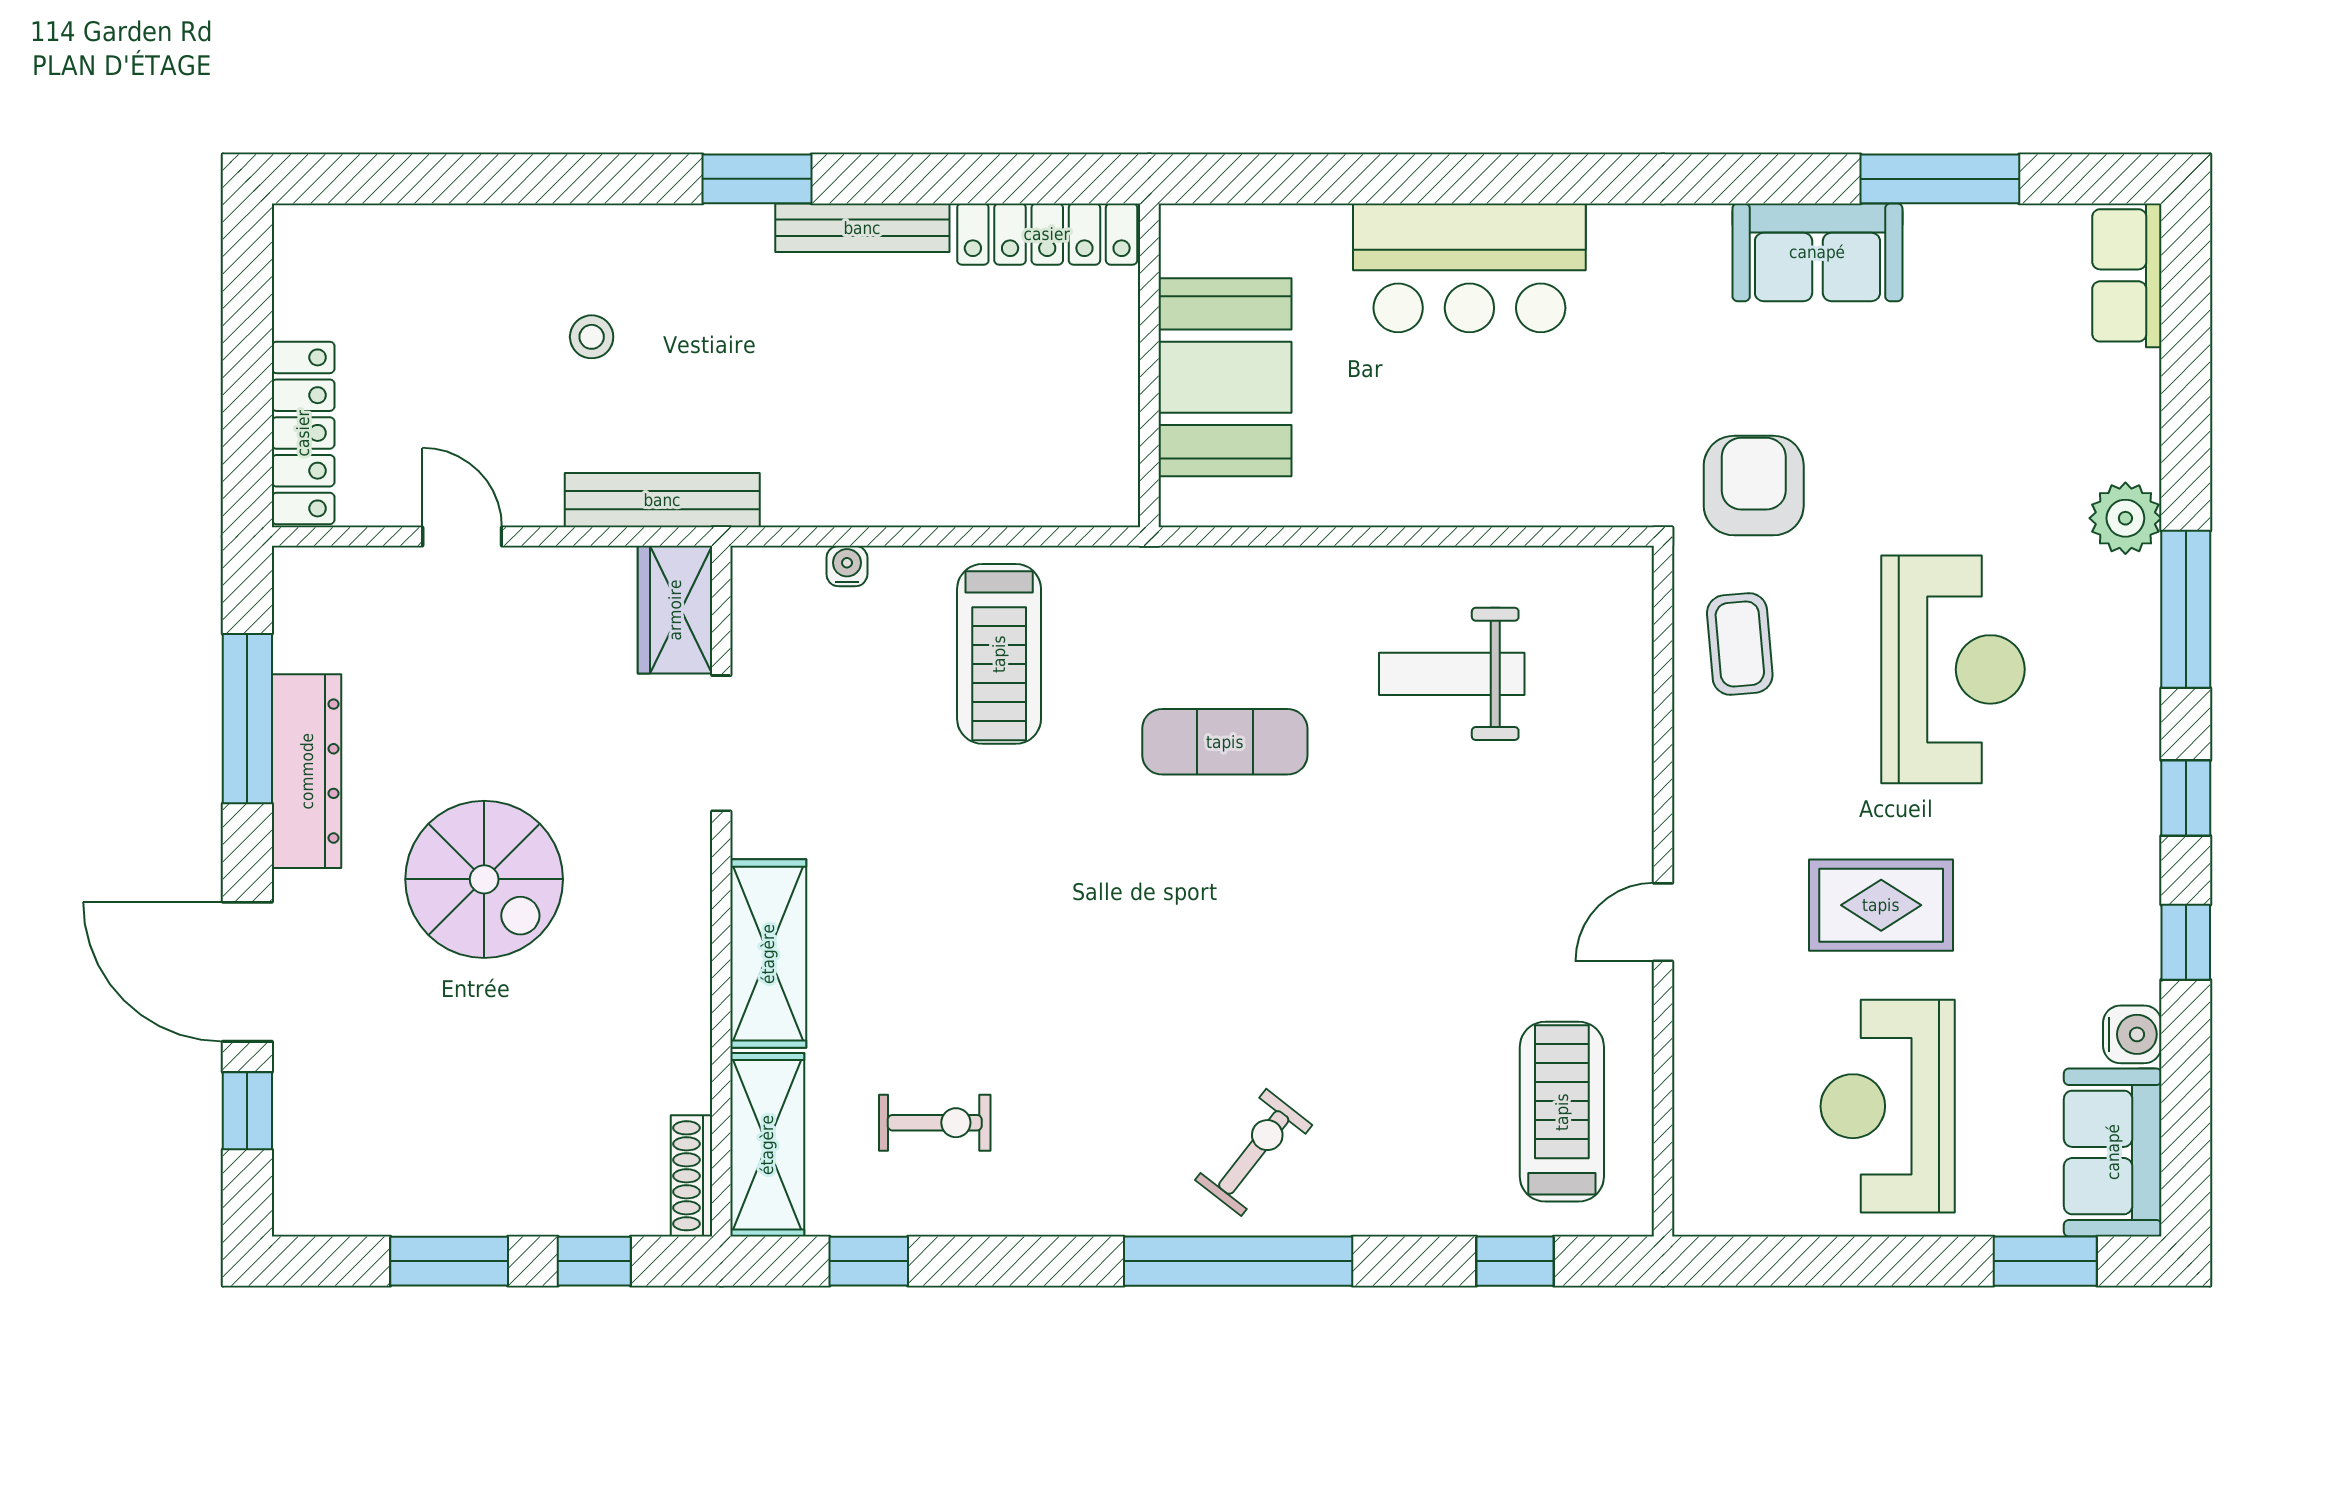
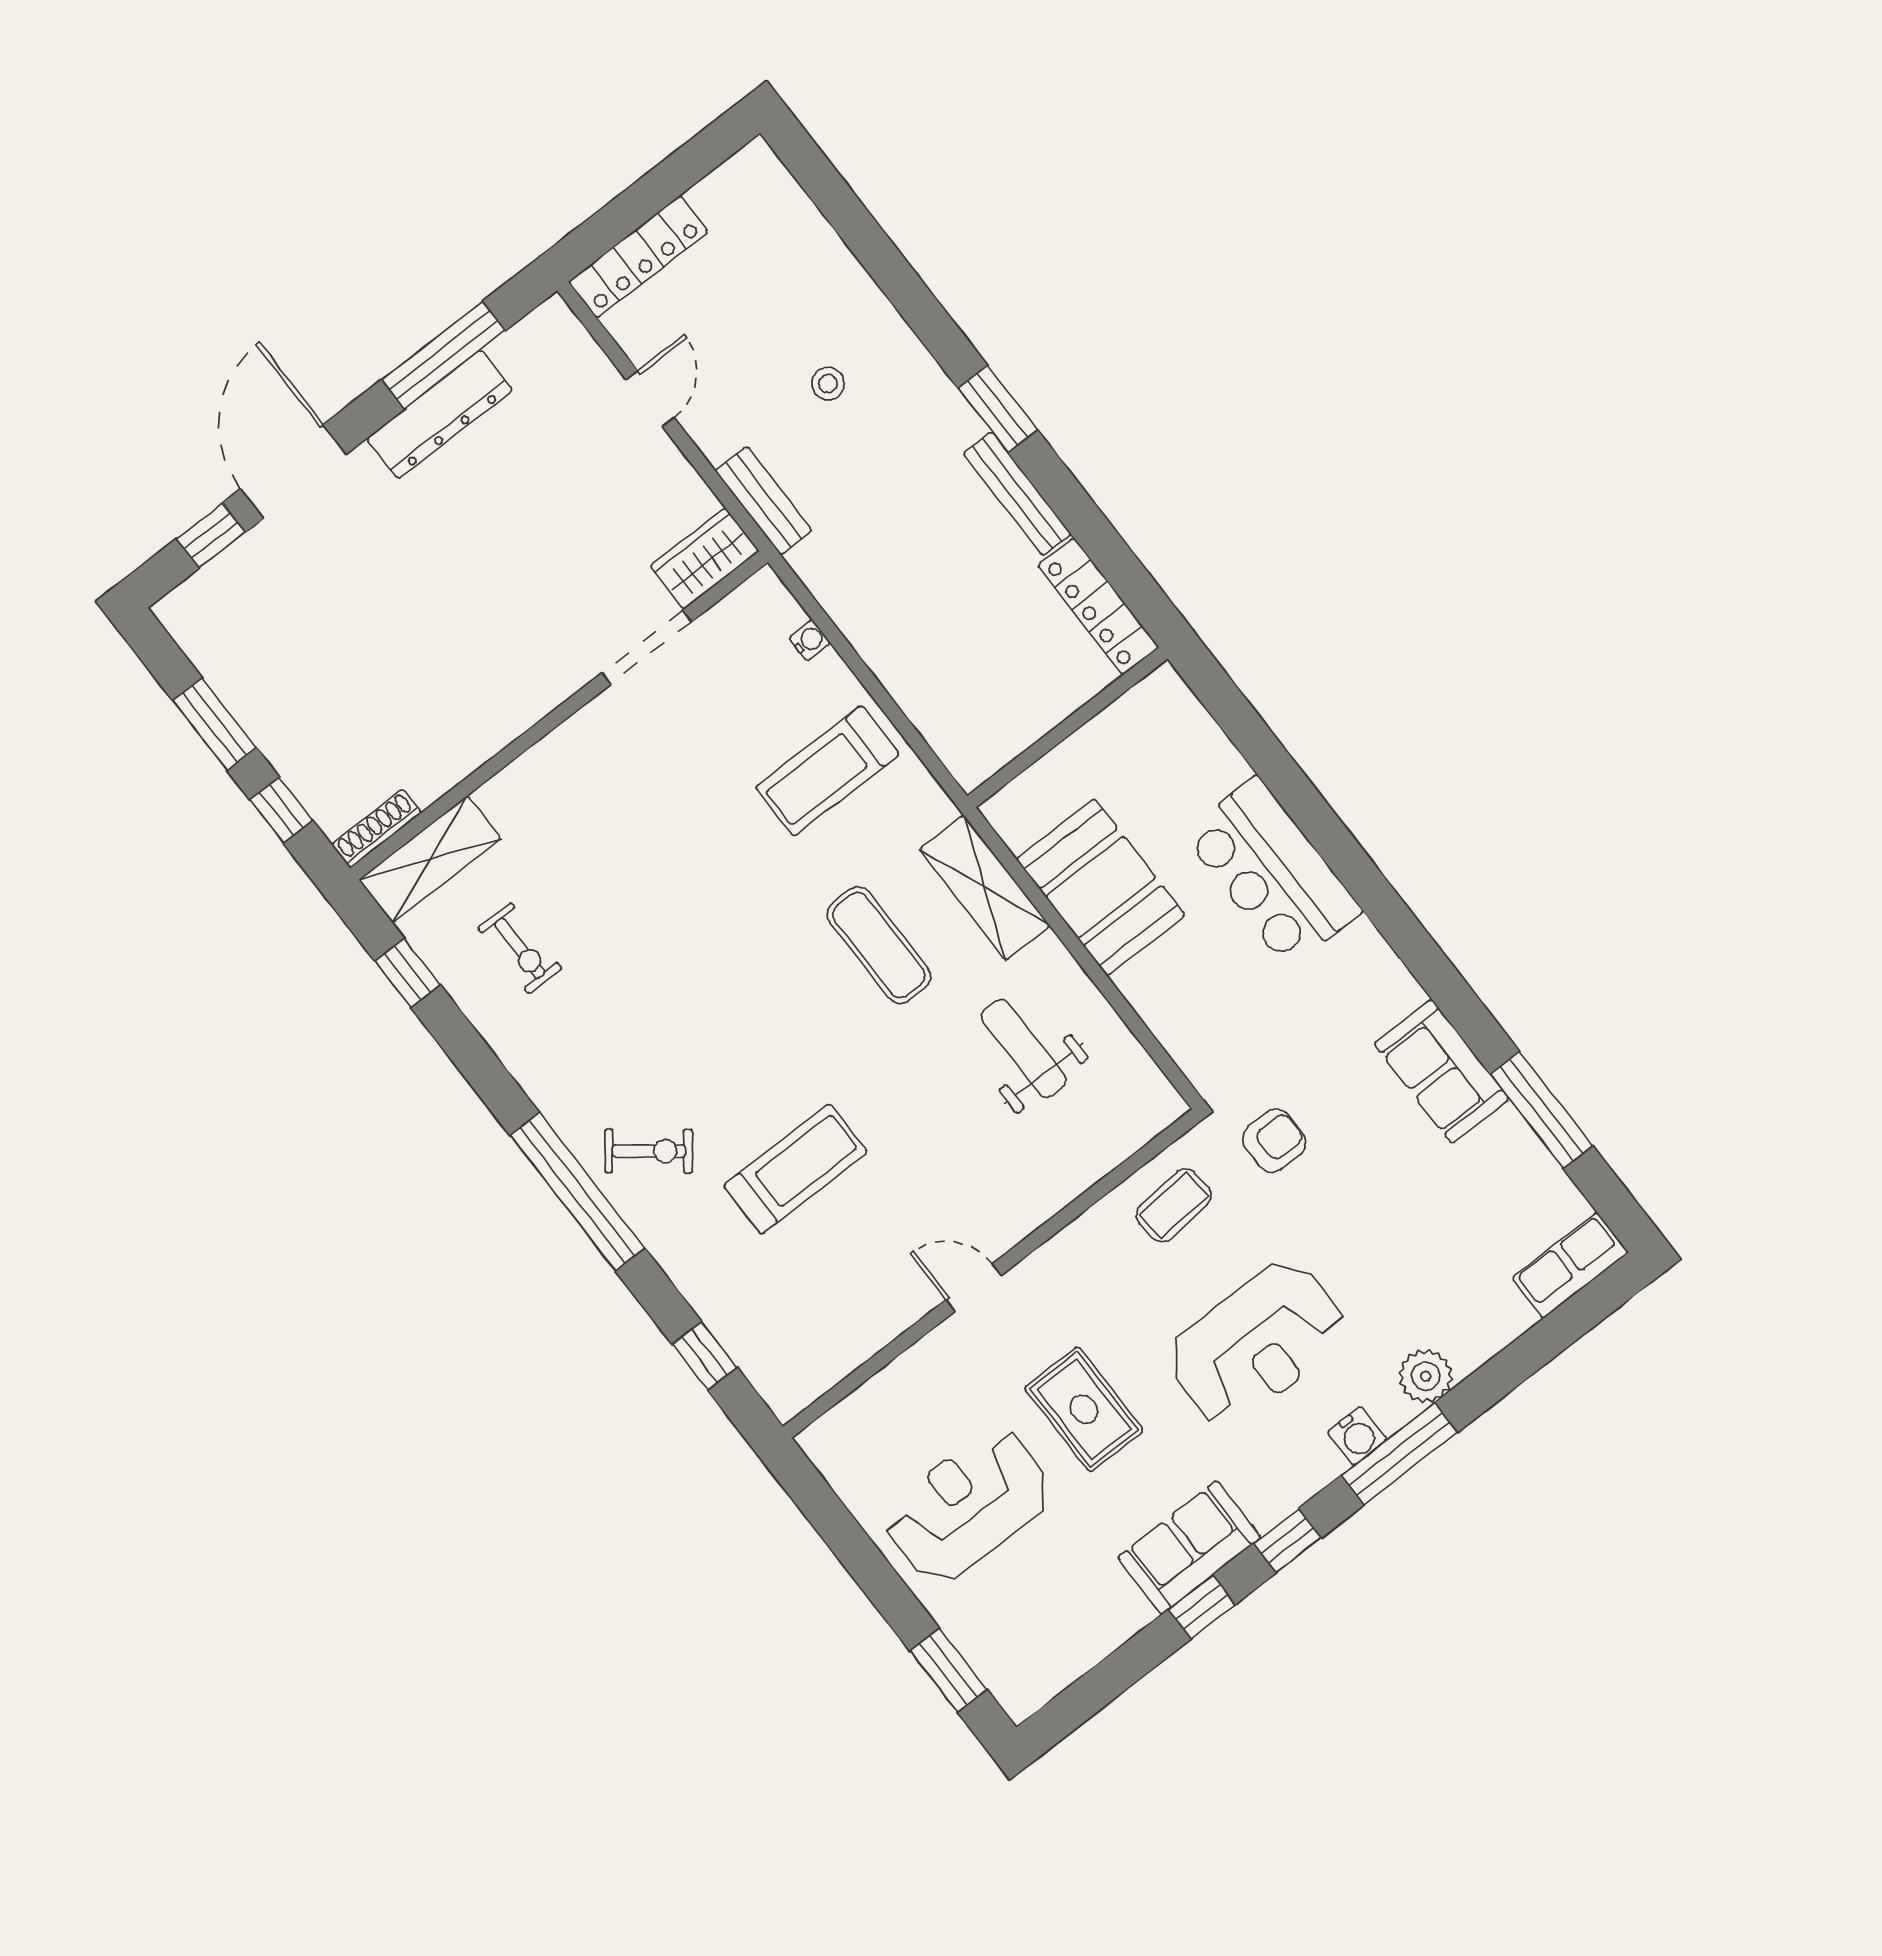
booth: (1225, 377) -> (1101, 887), moved, turned 90
armchair: (1754, 486) -> (1274, 1141), width x0.72, depth x0.72
bench: (662, 500) -> (764, 501), width x0.73
spiral stairs: (484, 879) -> (457, 569), removed
shelving: (768, 954) -> (985, 888), moved, turned 90
water cooler: (2132, 1034) -> (1357, 1436), moved
treadmill: (1562, 1112) -> (795, 1169), moved
sofa: (2113, 1152) -> (1189, 1547), moved

